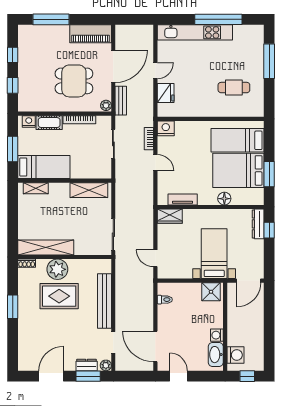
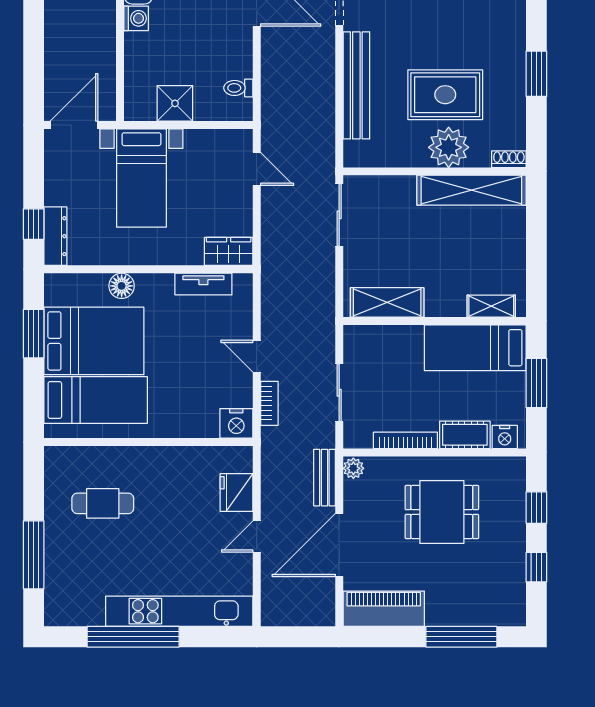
dining table: (74, 81) -> (442, 512), moved
shower: (211, 292) -> (175, 103), moved

